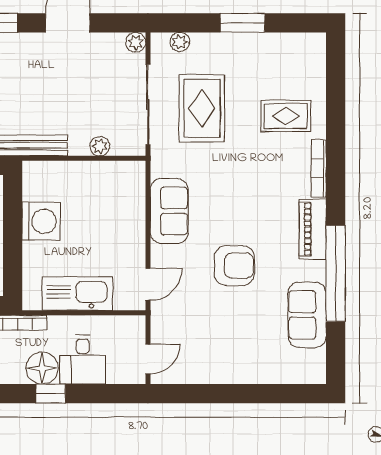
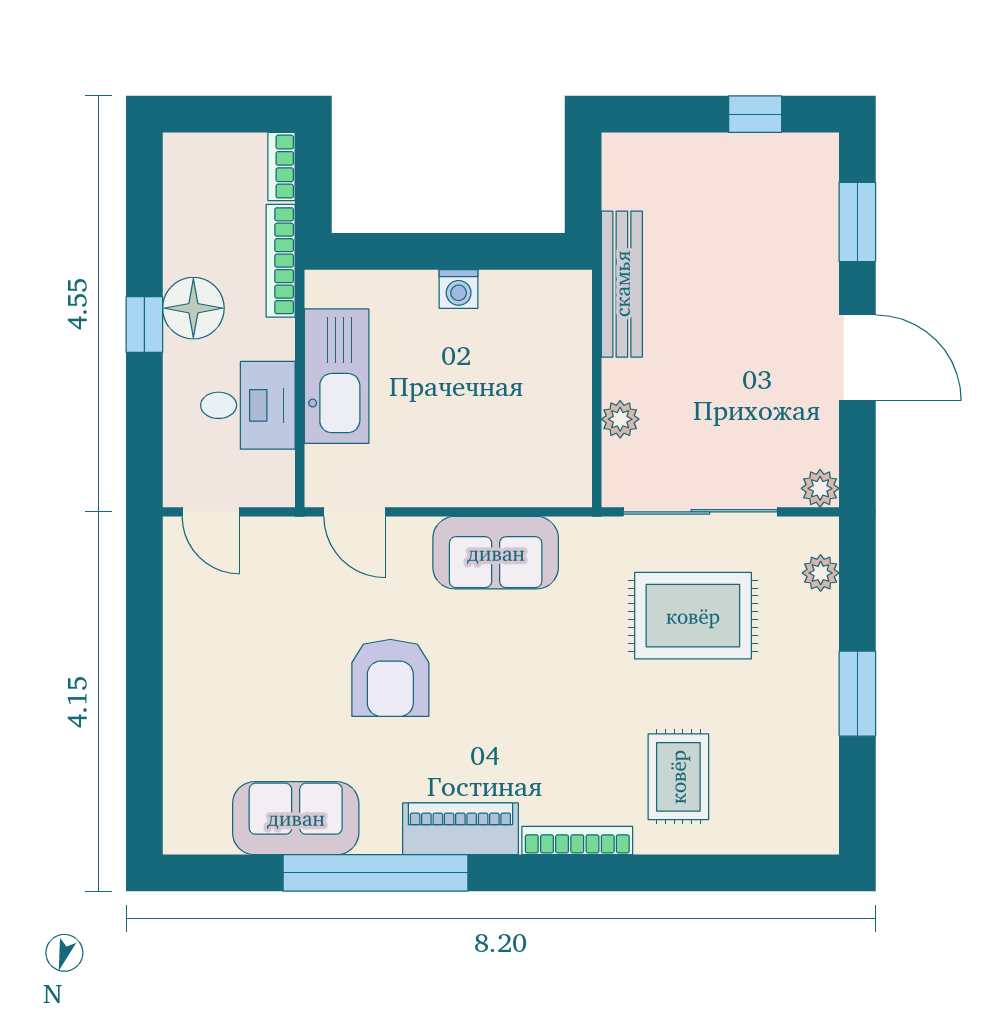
washing machine: (41, 221) -> (459, 289), width x0.53, depth x0.53
desk: (83, 359) -> (248, 405), moved, turned 180

